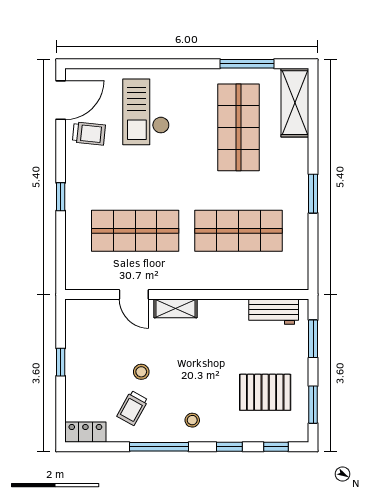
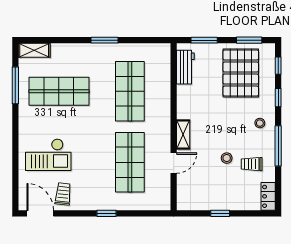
shelving: (295, 103) -> (34, 50), width x0.67, depth x0.75
pallet: (265, 392) -> (241, 73), width x1.37, depth x1.41
trolley: (132, 408) -> (252, 164), turned 151

